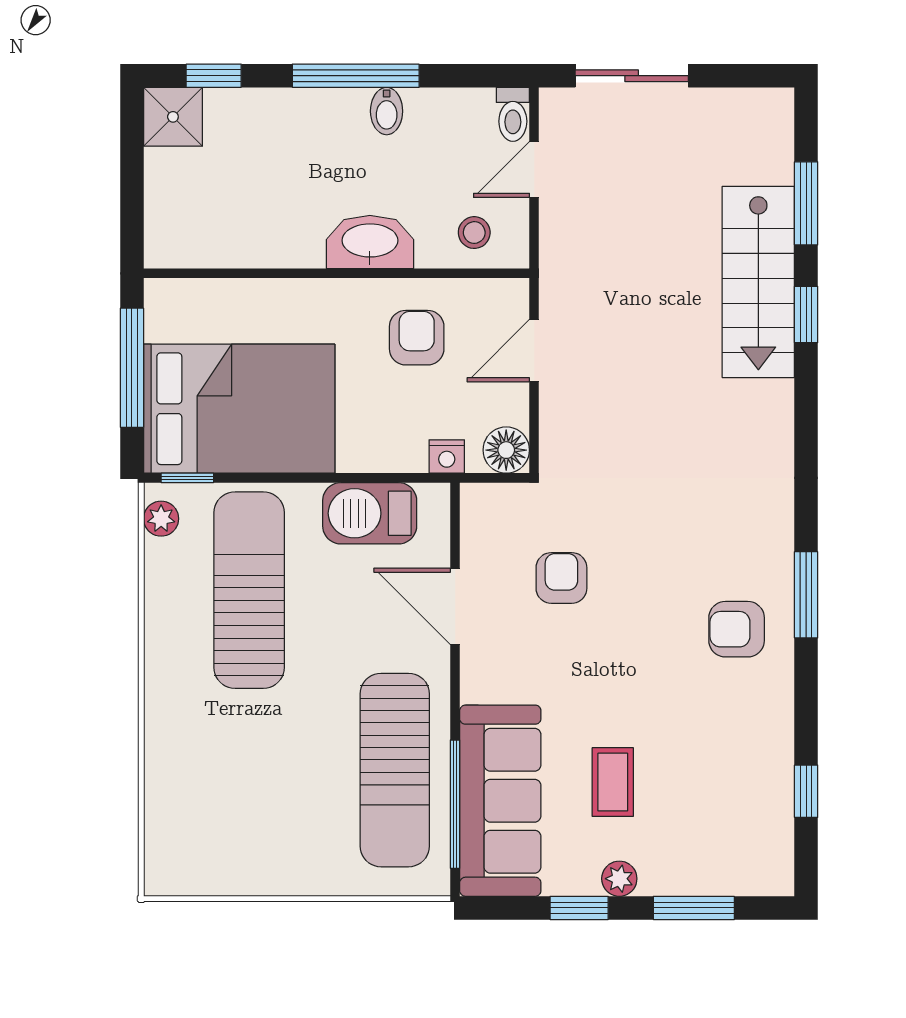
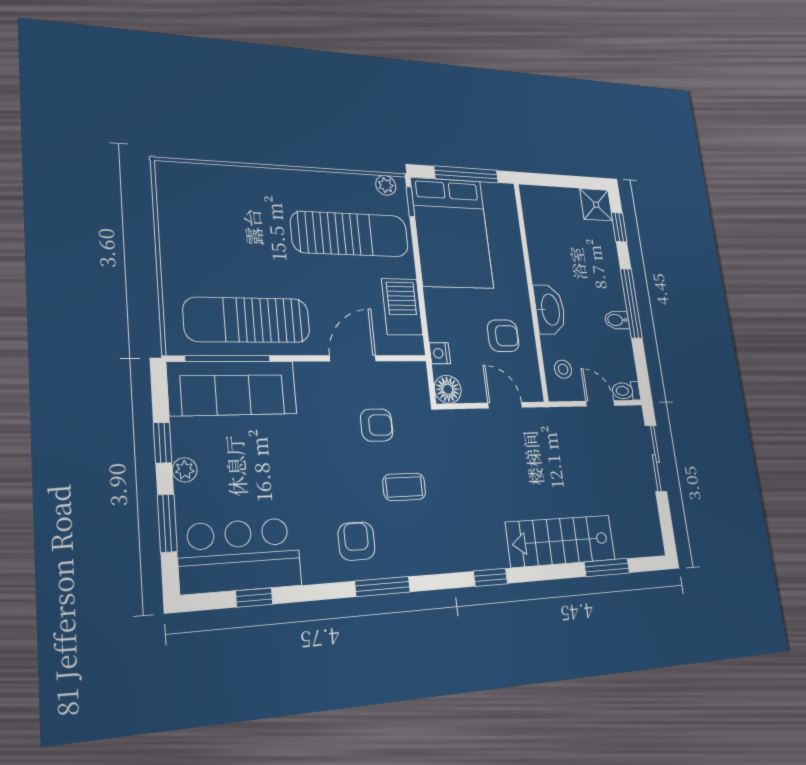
window: (806, 315) -> (490, 577), moved
coffee table: (613, 782) -> (404, 487), moved
bar counter: (745, 808) -> (240, 555), added

